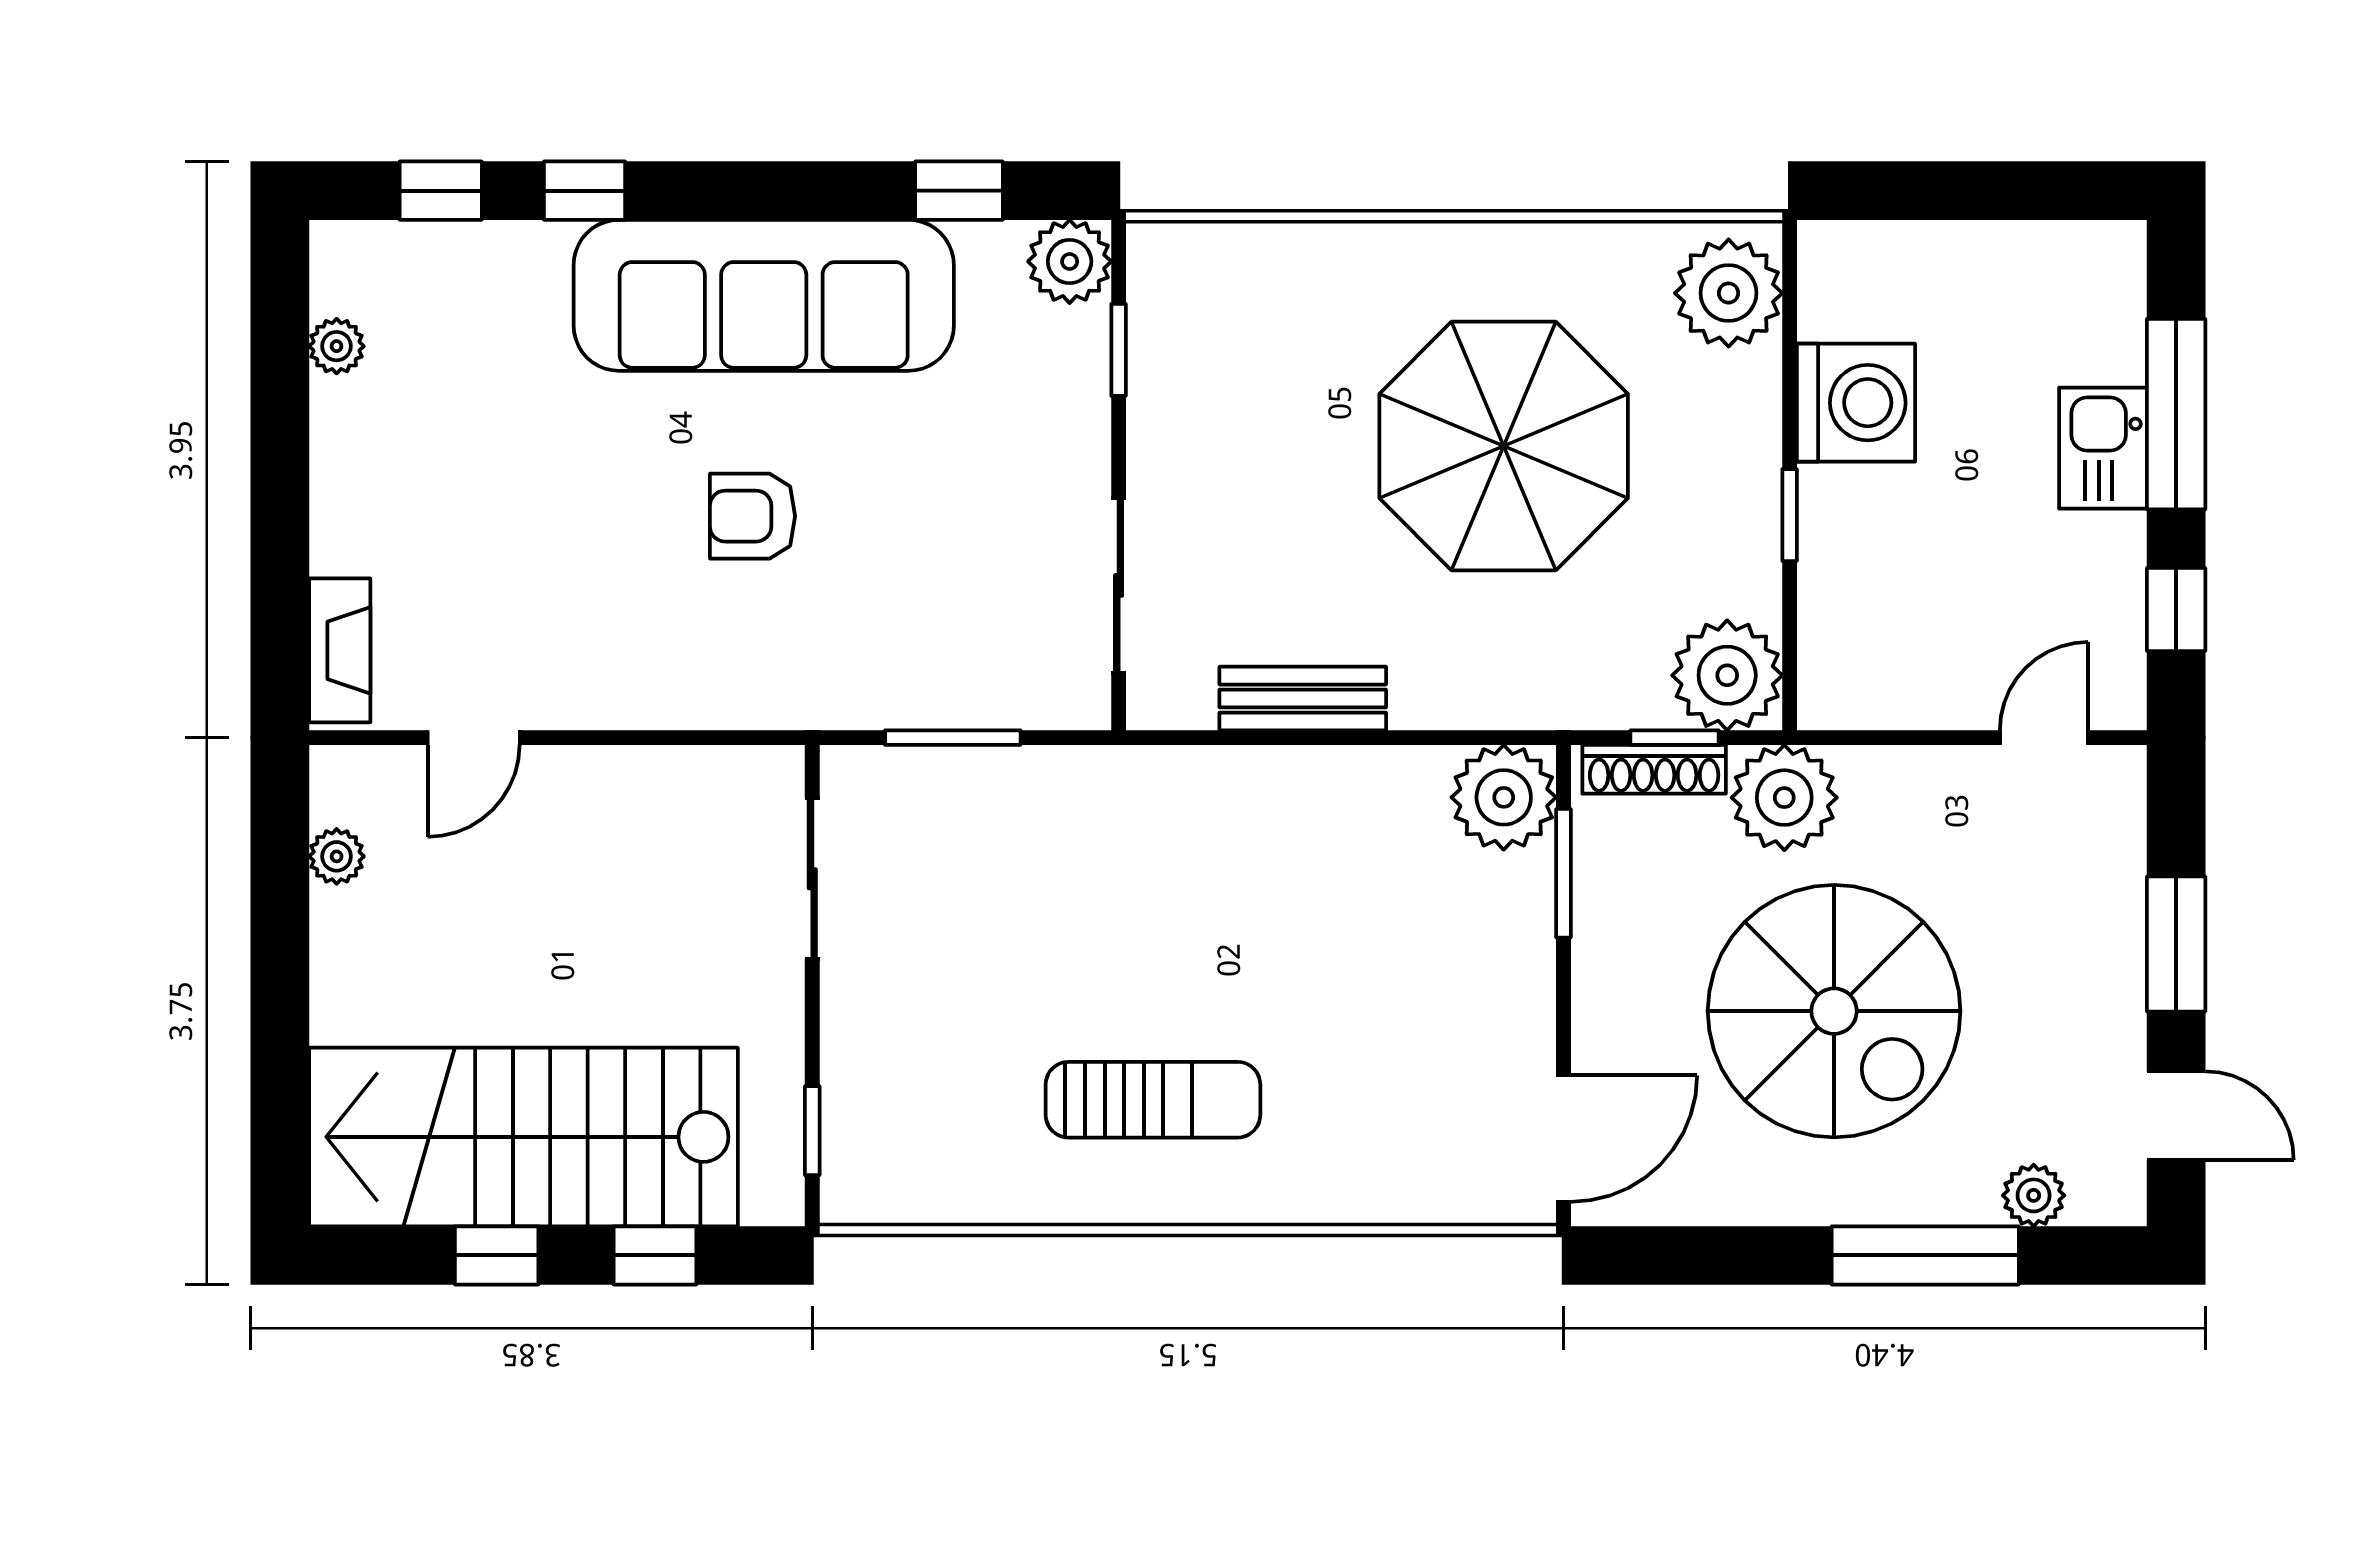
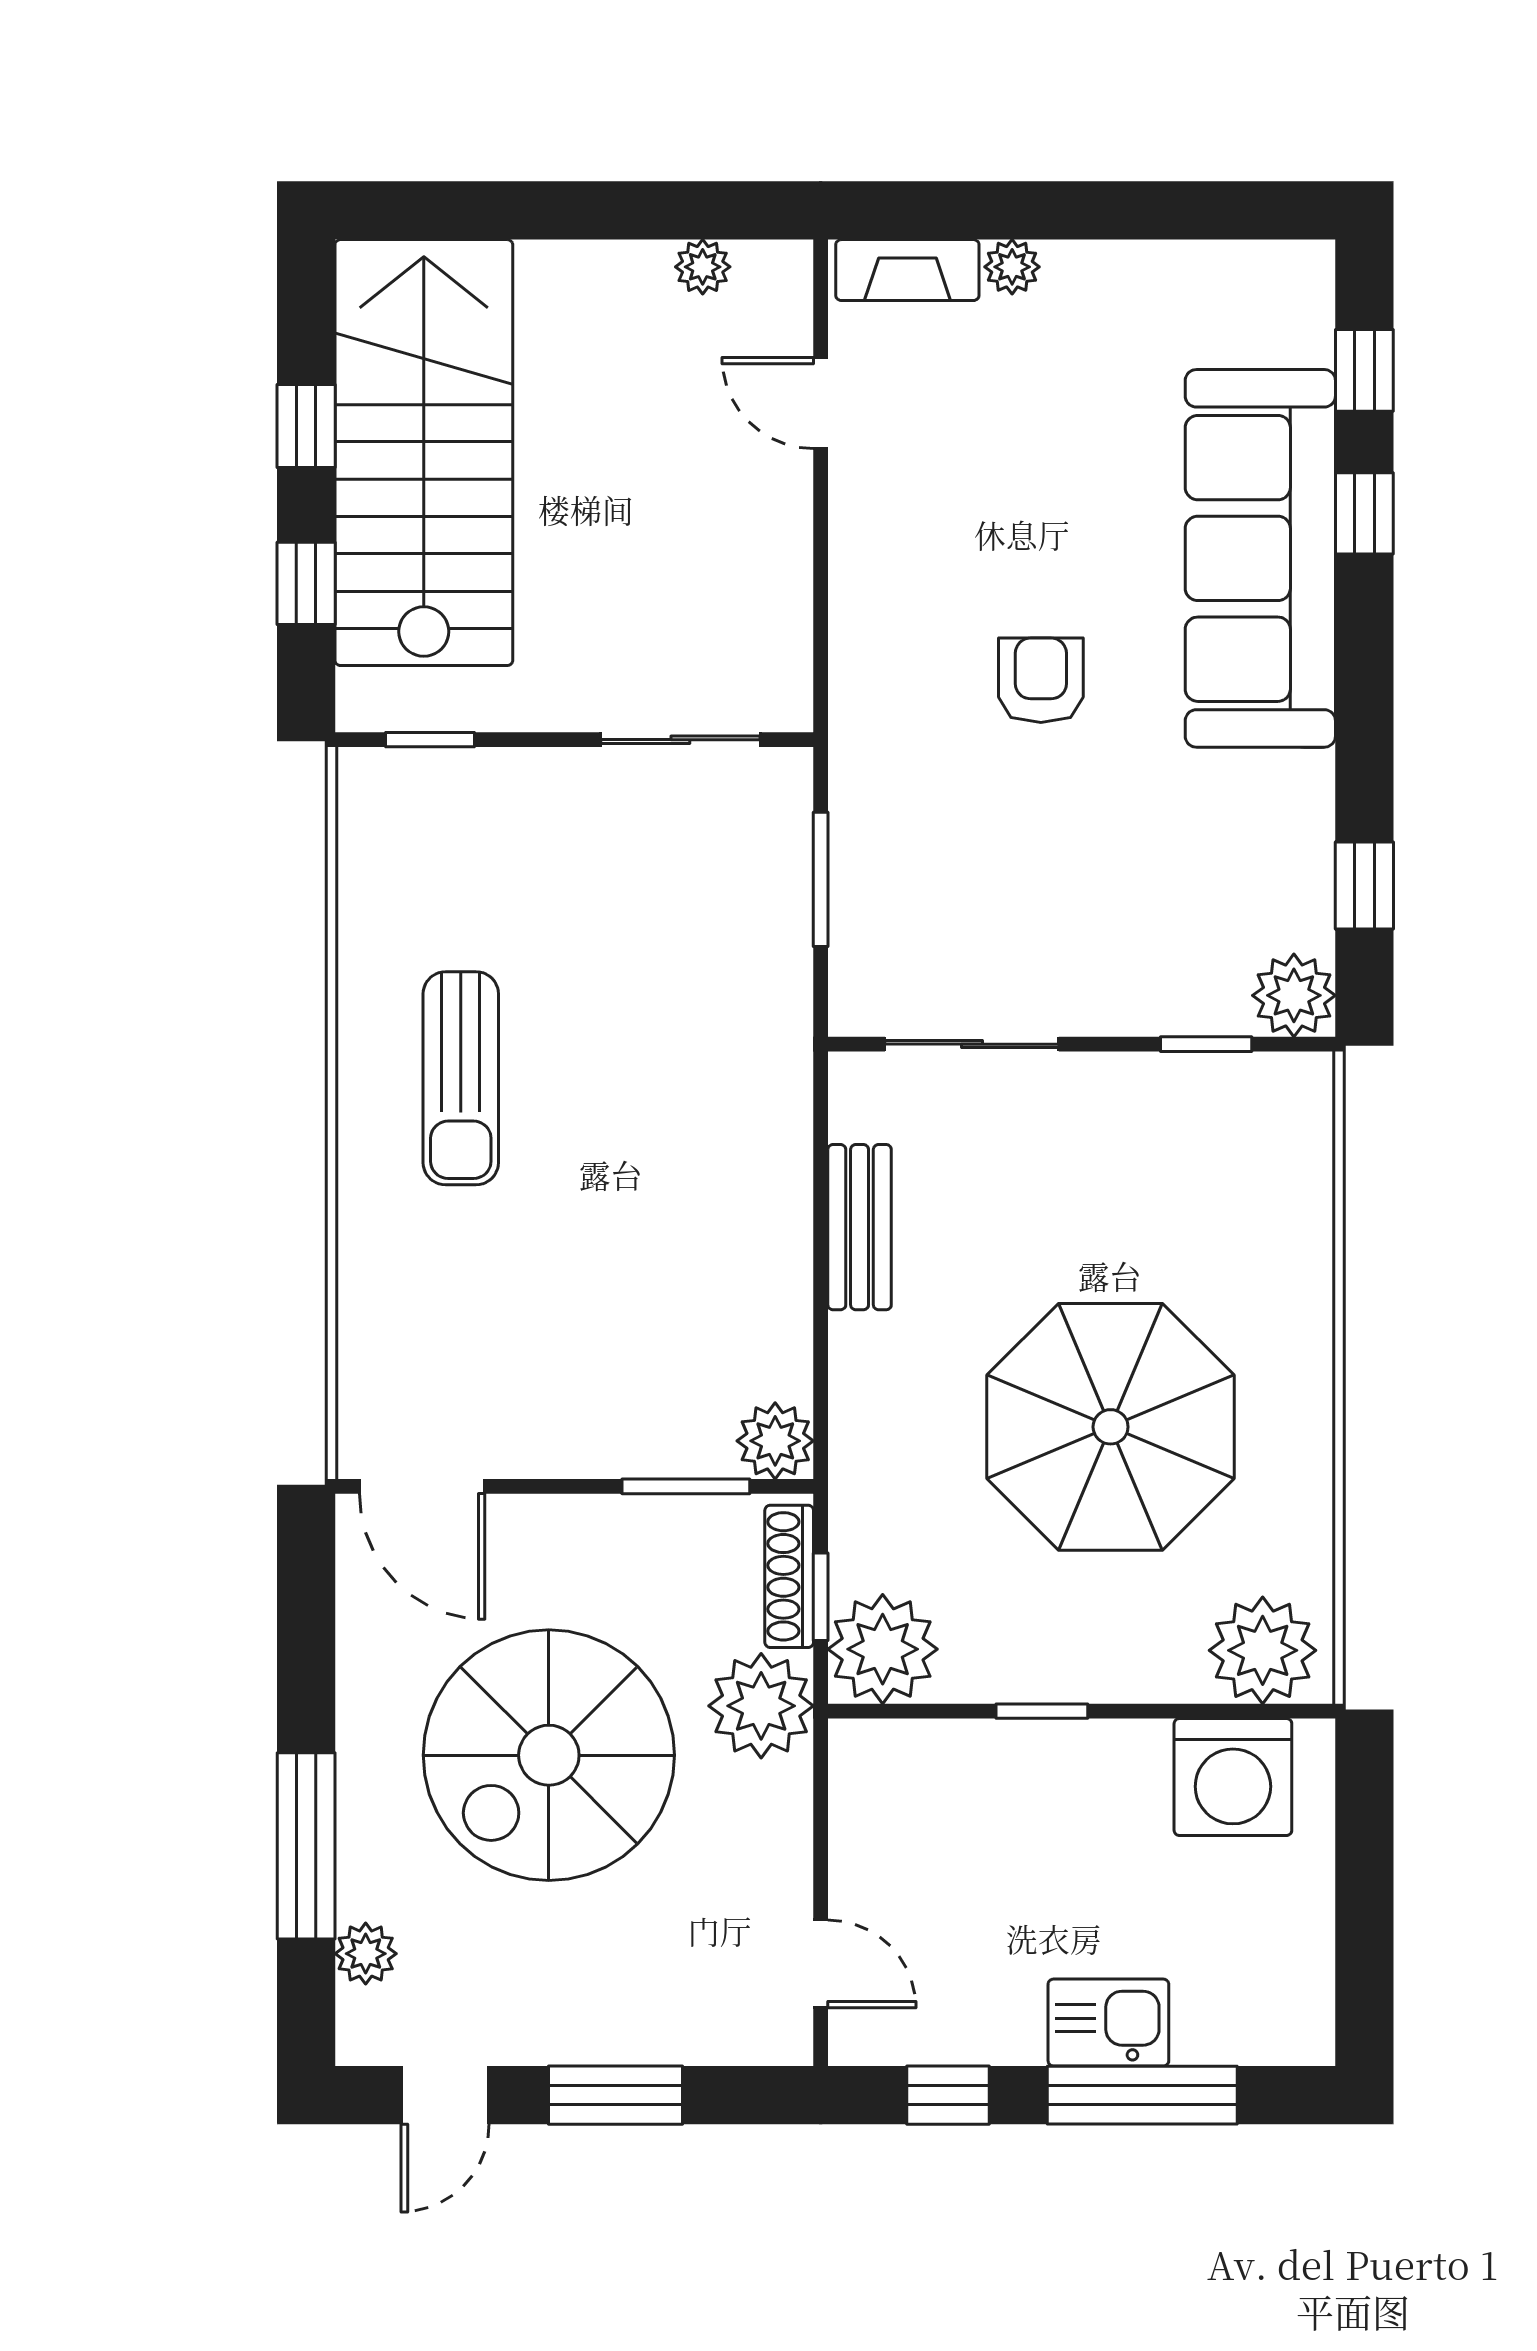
sofa: (764, 295) -> (1260, 558), moved
plant: (337, 346) -> (1012, 267), moved
washing machine: (1856, 403) -> (1233, 1777), moved
plant: (1504, 797) -> (775, 1441), width x0.73, depth x0.73

